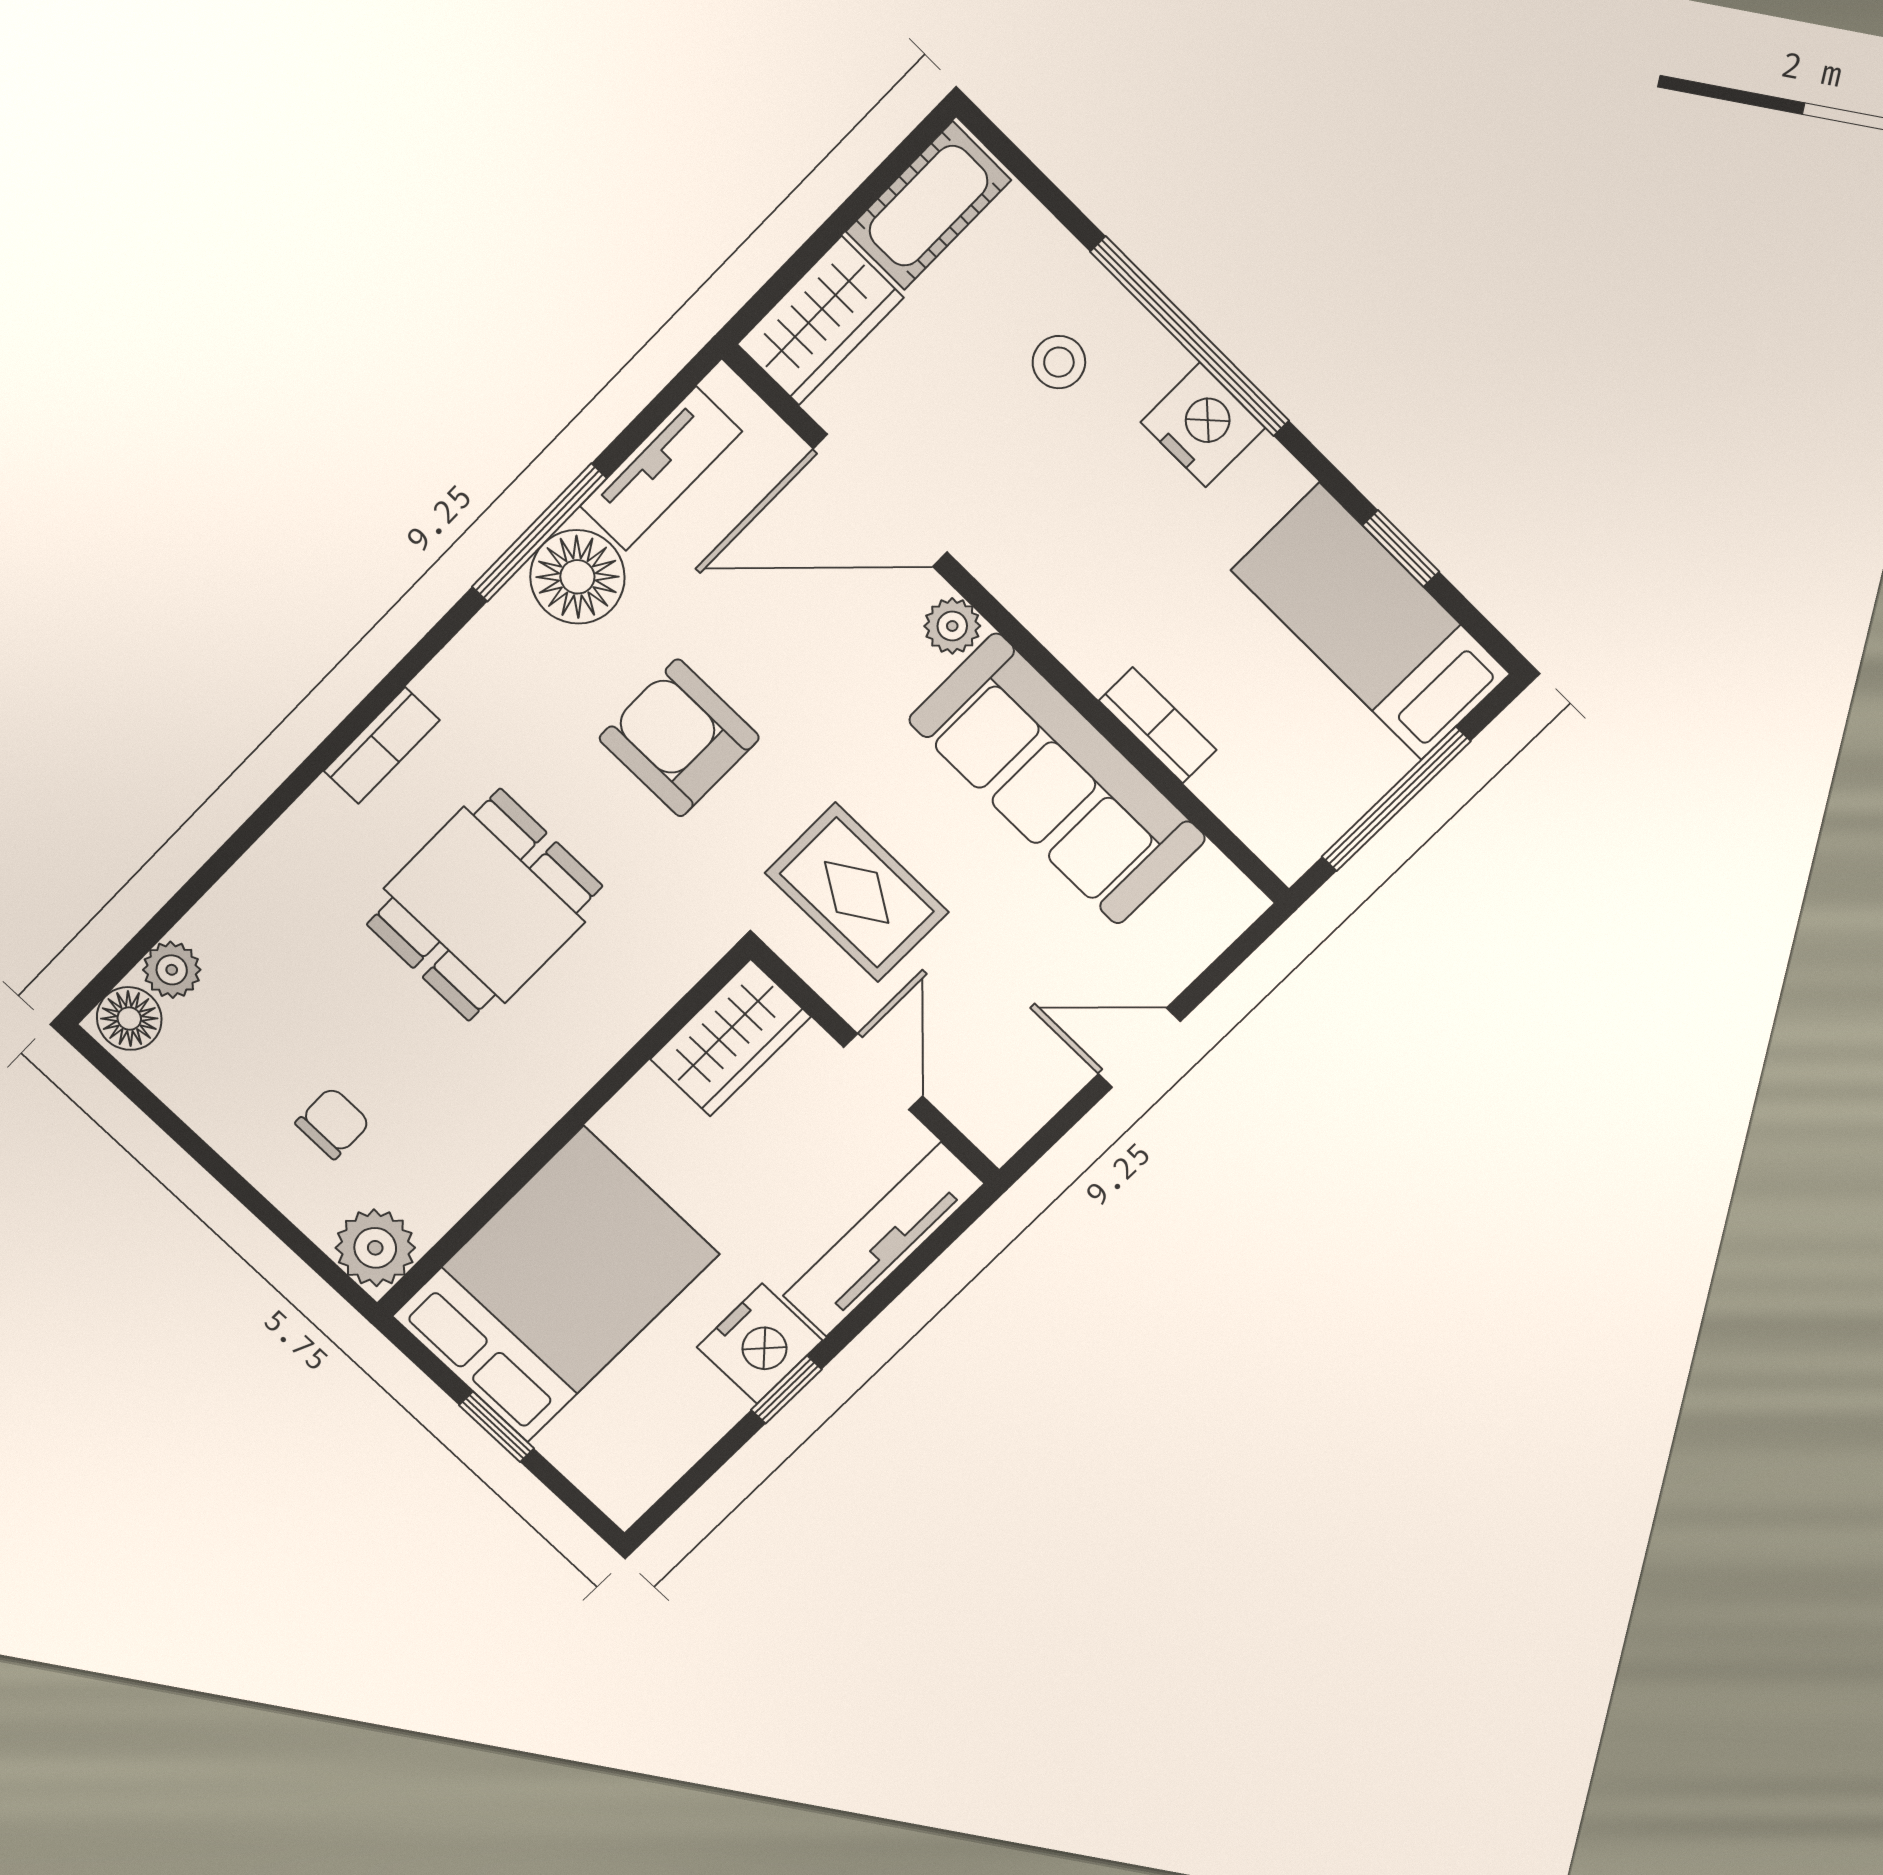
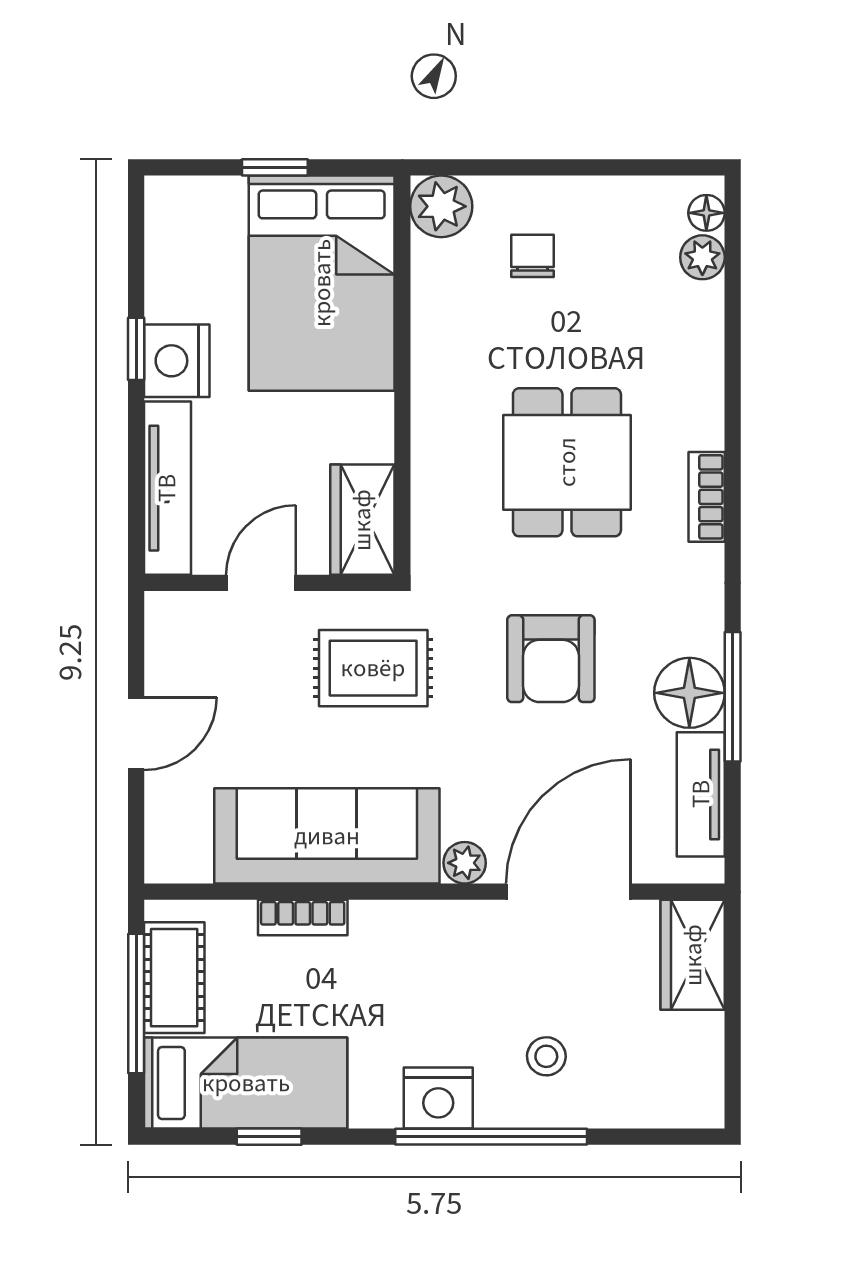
cot: (928, 206) -> (174, 978), moved
armchair: (679, 738) -> (551, 659), turned 90
floor lamp: (129, 1019) -> (706, 213), width x0.73, depth x0.73
door: (883, 1072) -> (261, 583), swing flipped
chair: (333, 1123) -> (533, 256), turned 180

